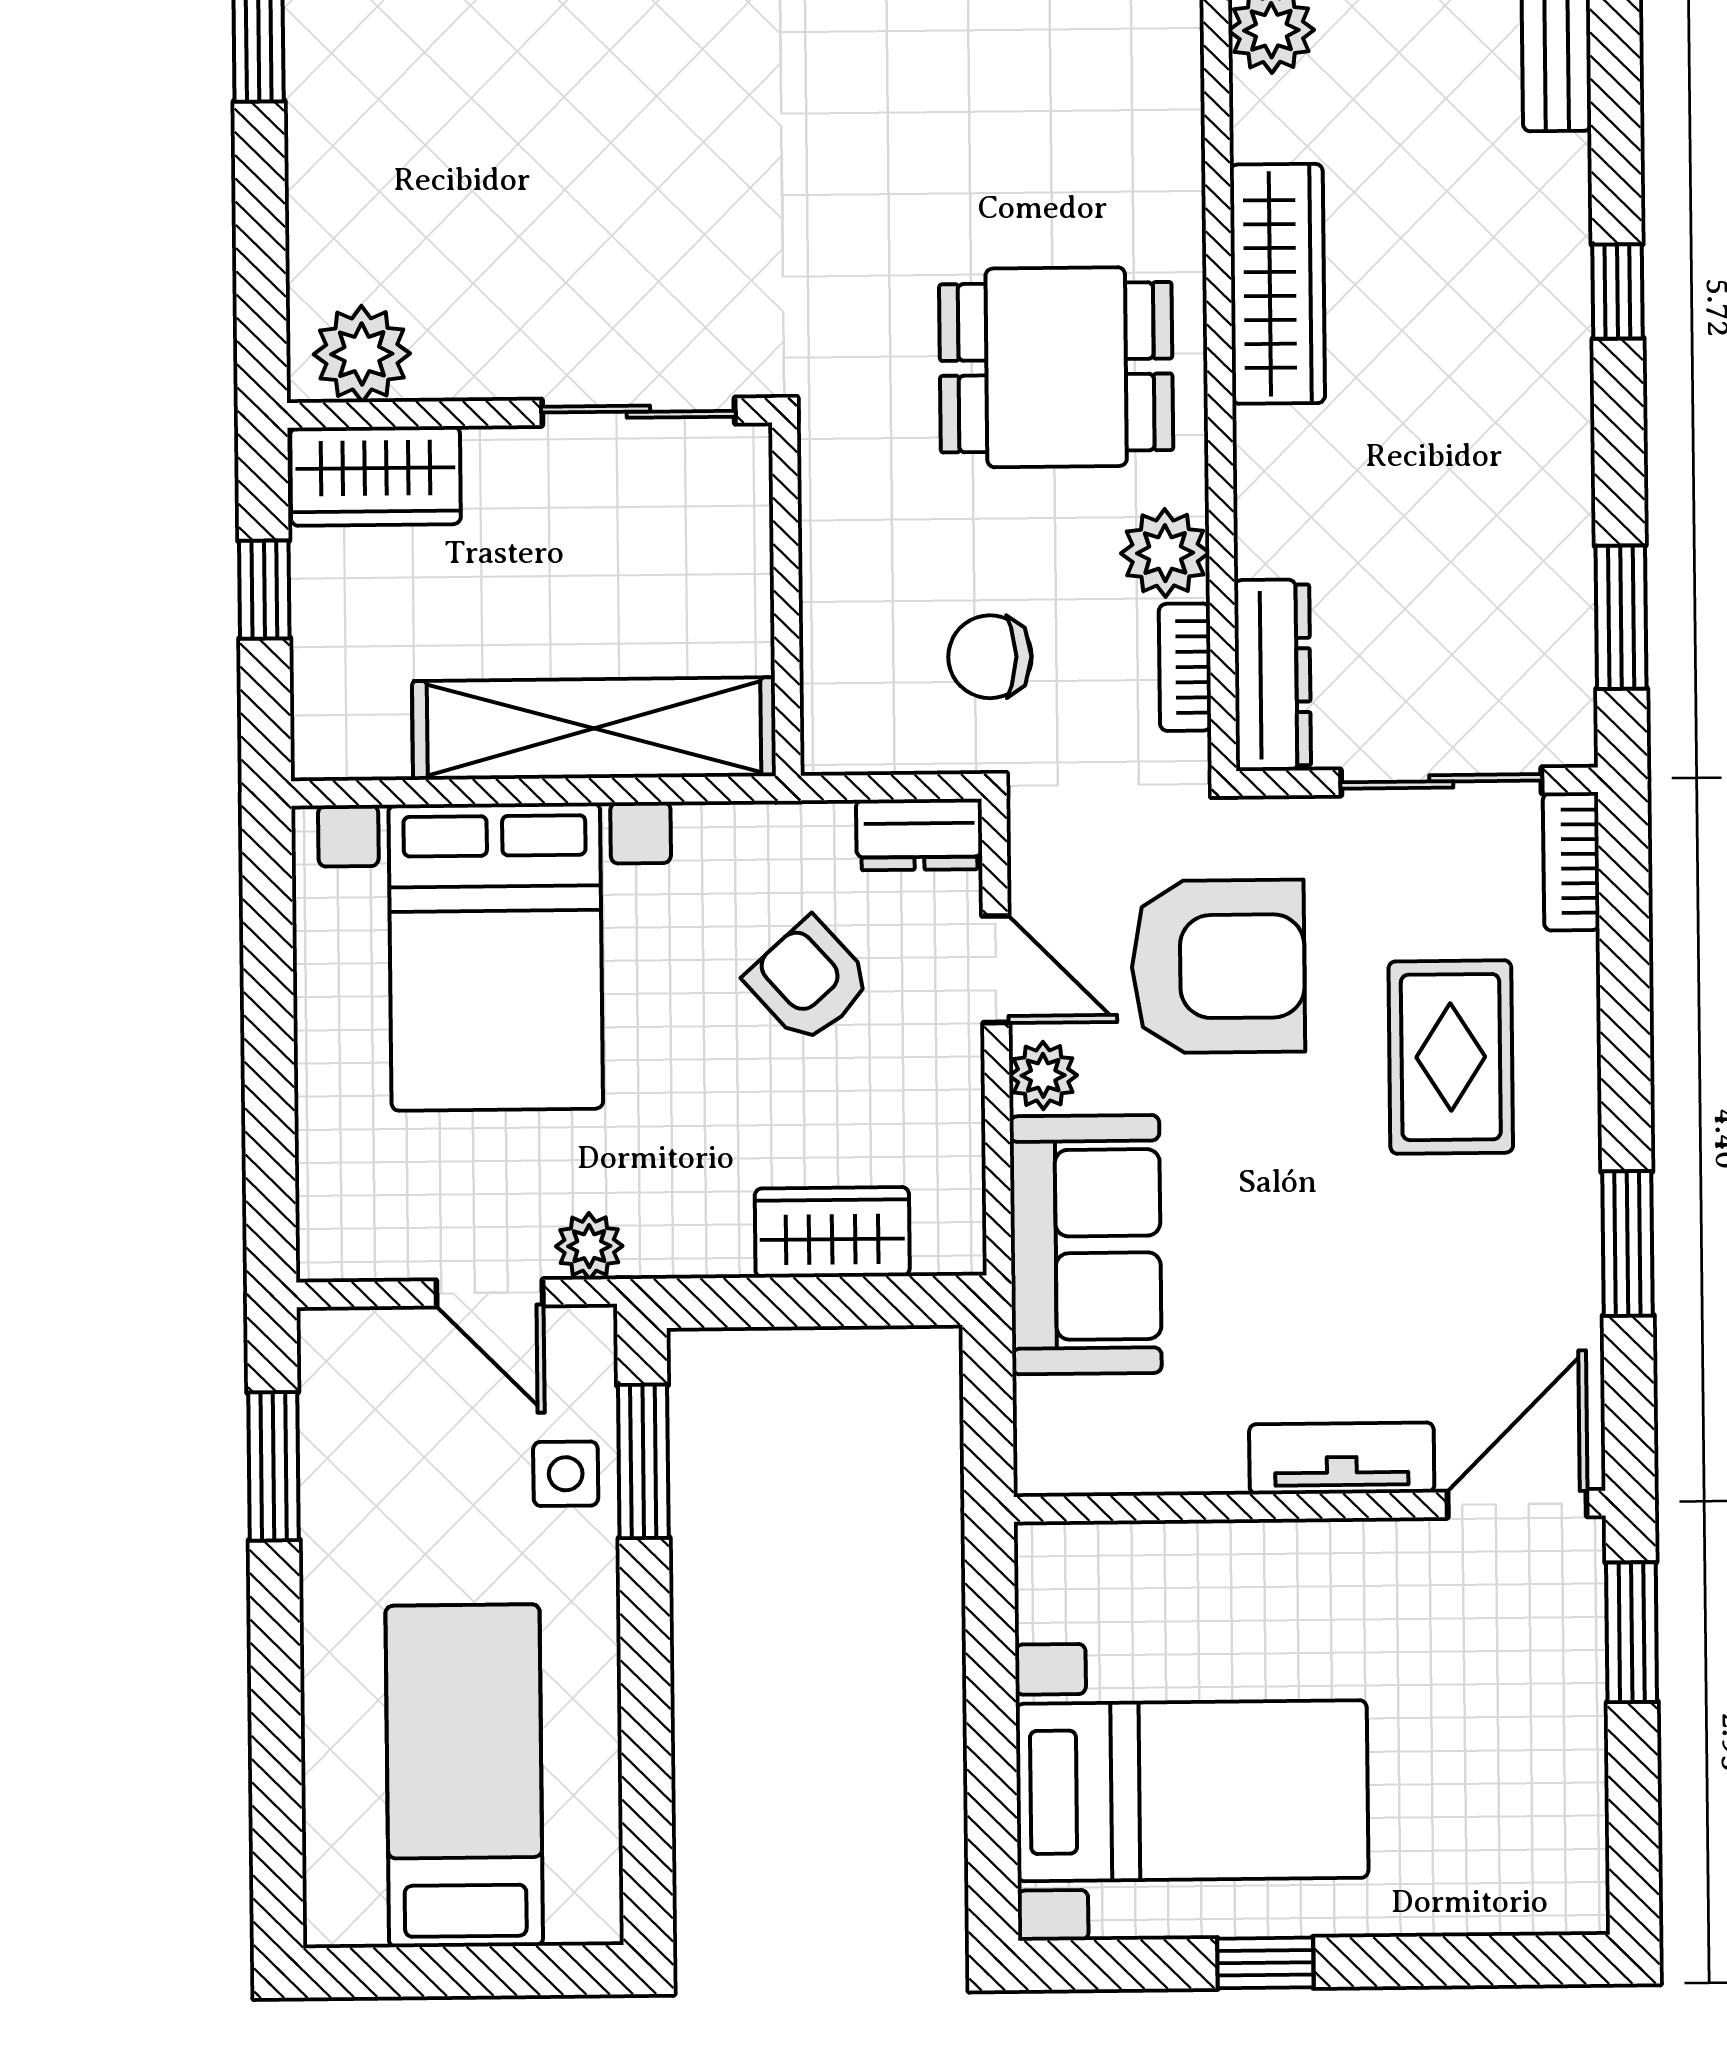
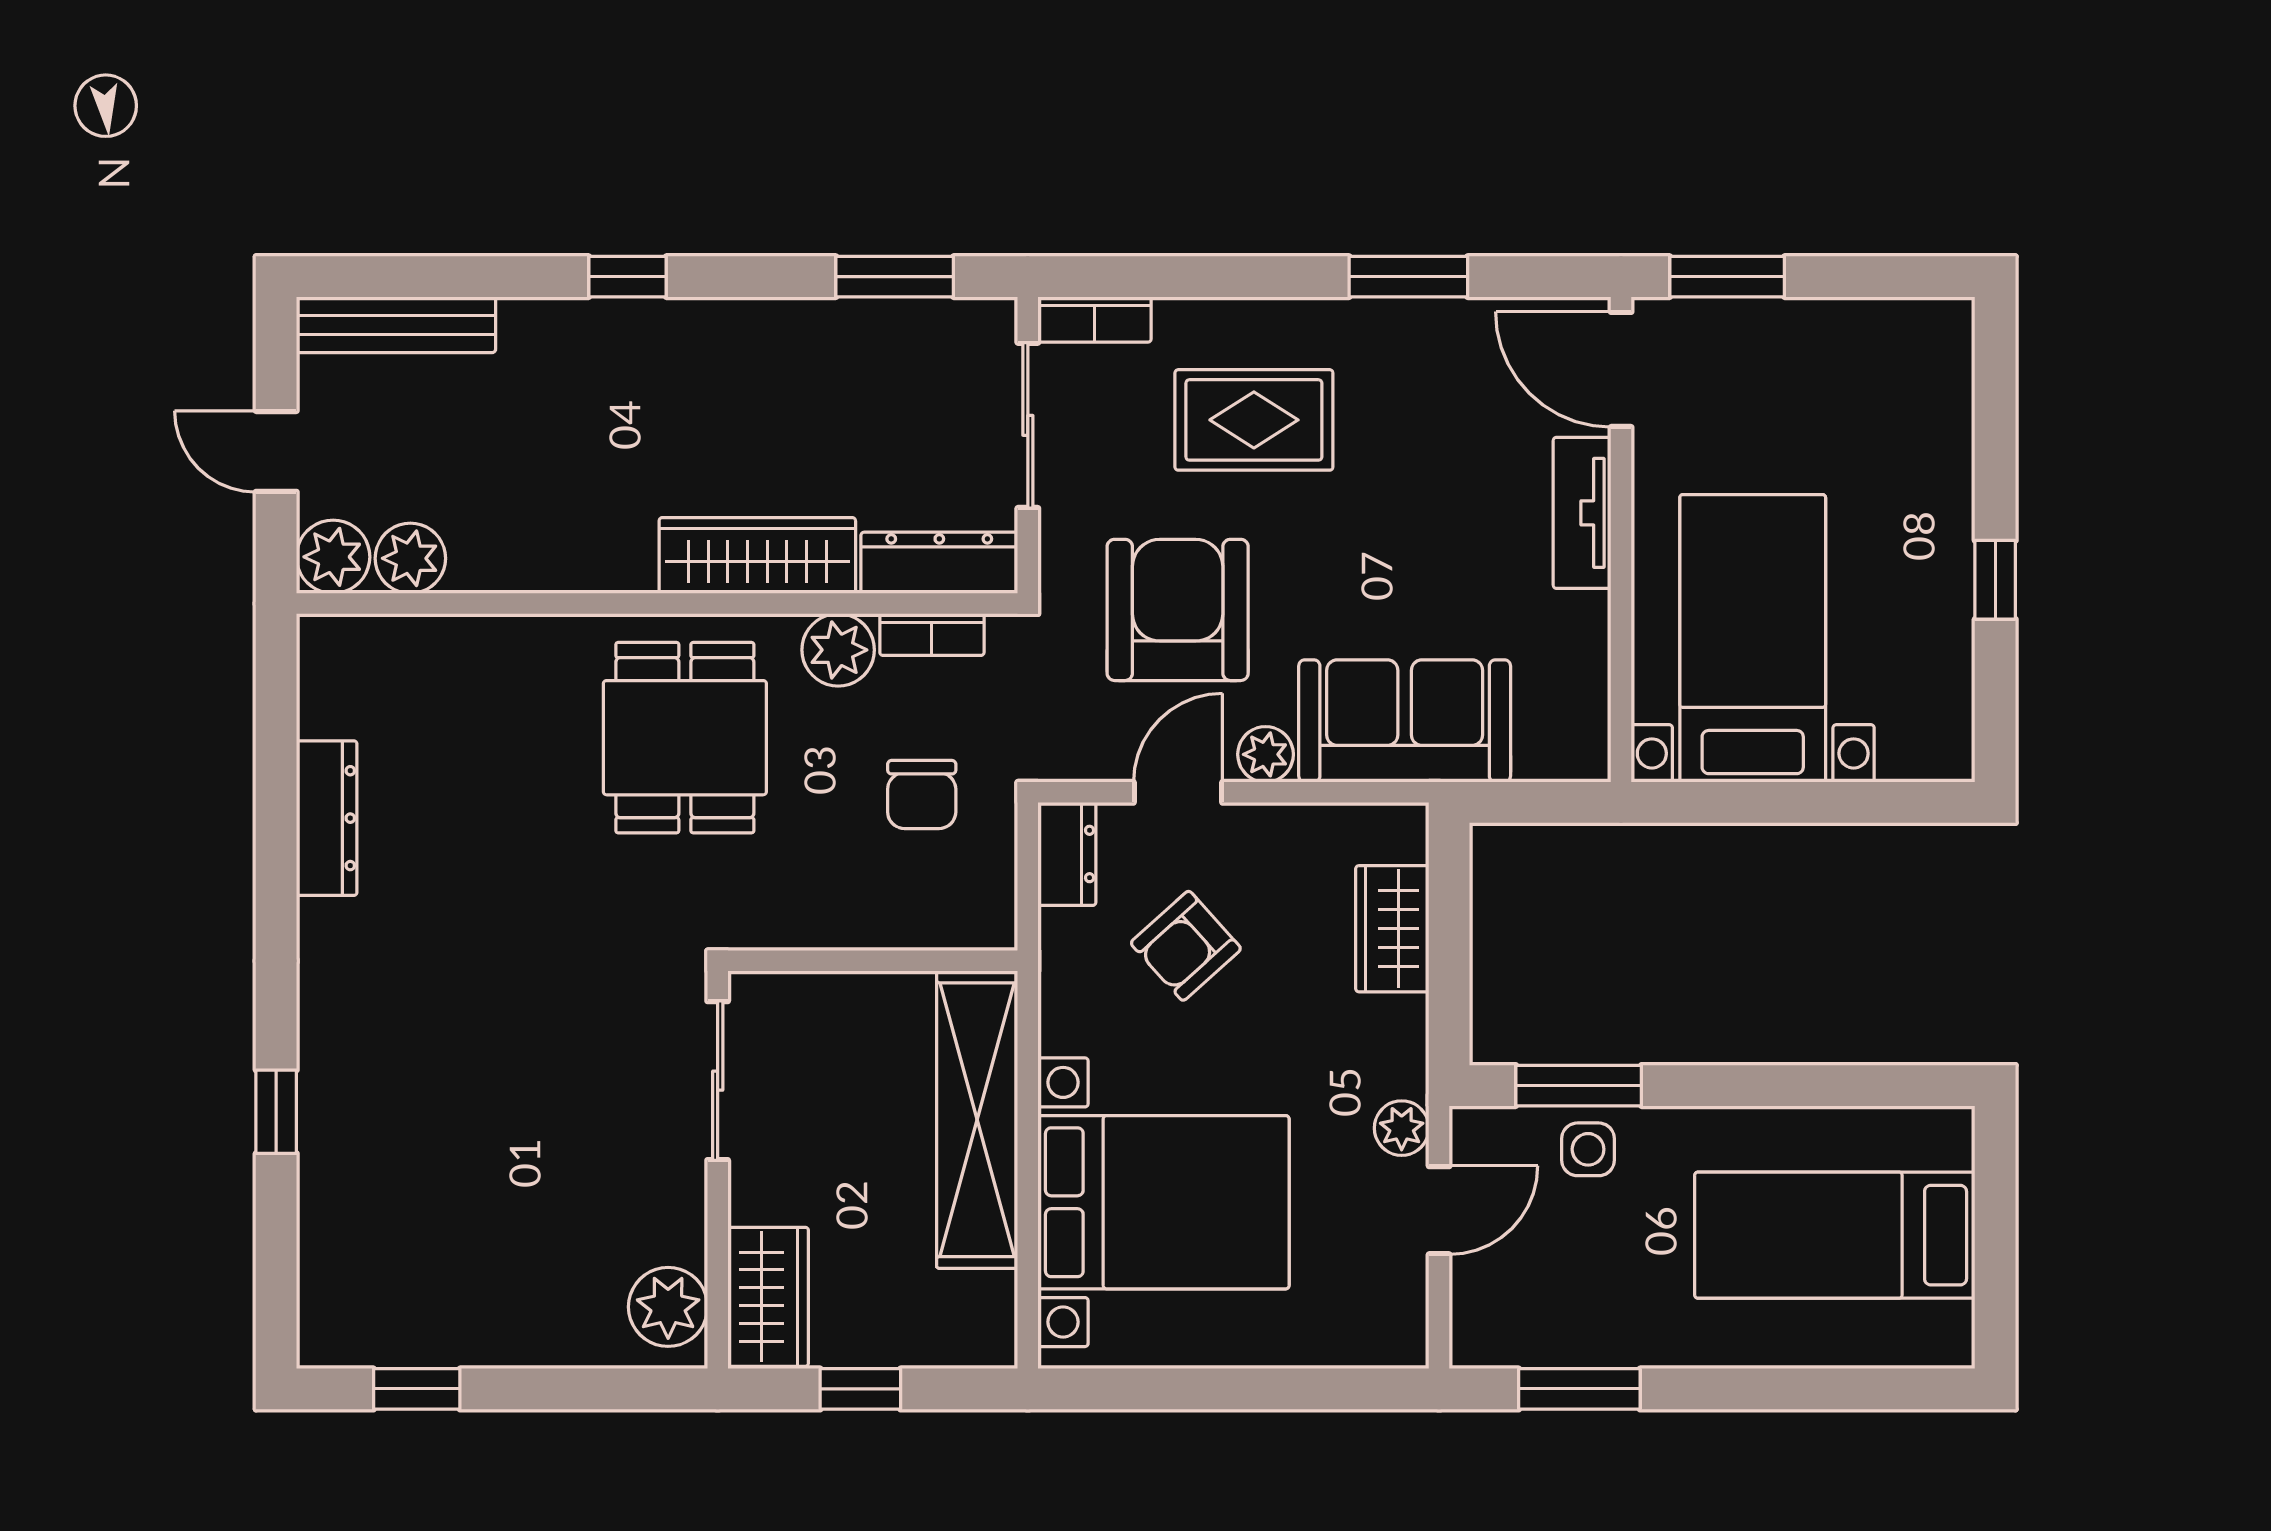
wardrobe: (1277, 284) -> (757, 555), moved
bed with nightstands: (1192, 1791) -> (1753, 638), moved

